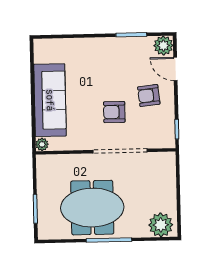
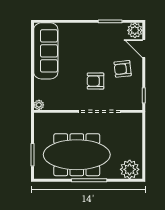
sofa: (50, 100) -> (46, 51), moved
meeting table: (92, 208) -> (77, 155), width x1.36

